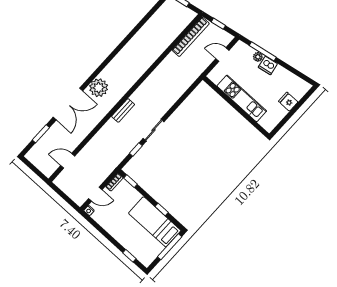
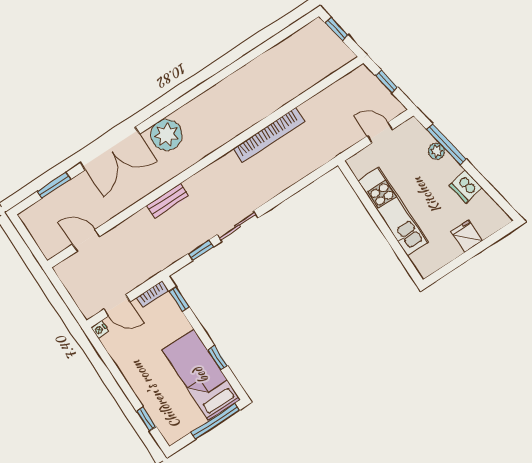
bookcase: (191, 37) -> (269, 135), moved
dishwasher: (268, 65) -> (466, 187), moved
bench: (123, 110) -> (168, 201), moved

